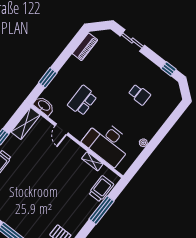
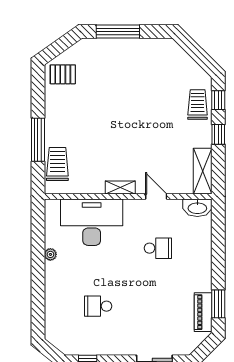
window: (48, 78) -> (218, 304), moved
school desk: (82, 101) -> (158, 248), width x0.54
shelving: (92, 161) -> (120, 187), moved
trolley: (101, 189) -> (57, 164), turned 180

